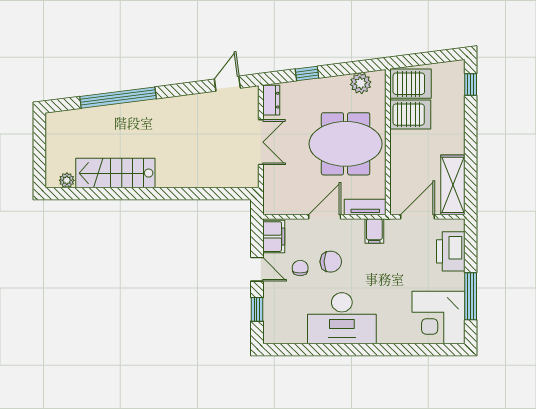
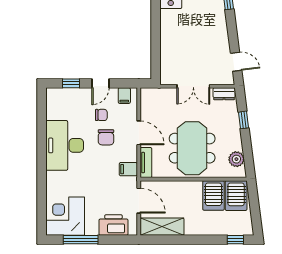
filing cabinet: (274, 237) -> (124, 96), width x0.50

